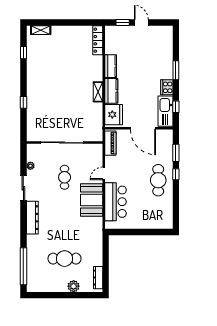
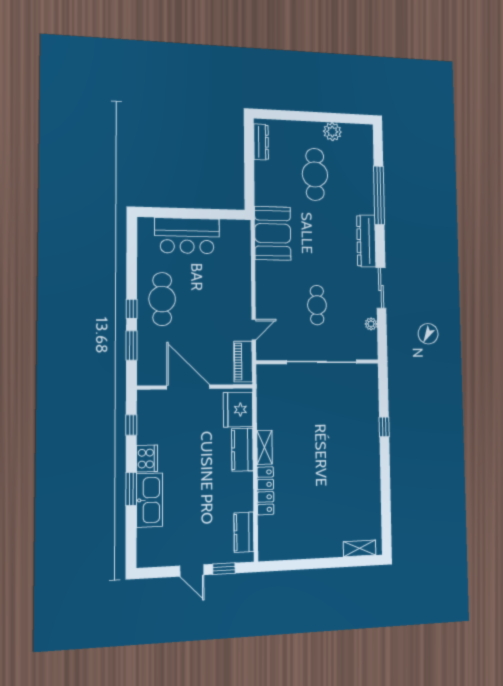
locker: (98, 40) -> (265, 491), moved
window: (23, 53) -> (386, 509), removed
kitchen counter: (111, 66) -> (244, 532), moved
kitchen sink: (165, 111) -> (150, 500), moved
door: (104, 173) -> (254, 330), moved
booth: (92, 200) -> (273, 233), moved
bar counter: (116, 202) -> (187, 236), moved, turned -90
cafe table: (65, 259) -> (315, 174), turned 90
window: (23, 266) -> (379, 195), moved
plant: (74, 286) -> (332, 132), moved

